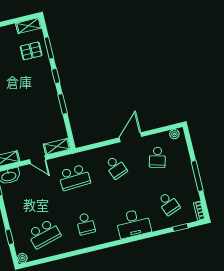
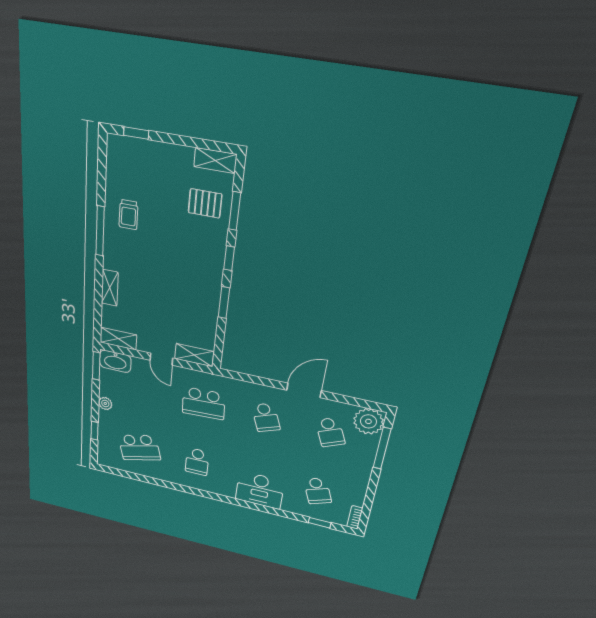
plant: (174, 134) -> (368, 421), width x1.87, depth x1.87
school desk: (157, 157) -> (330, 432), turned -39
window: (197, 176) -> (382, 448), moved
plant: (22, 258) -> (105, 403), moved

